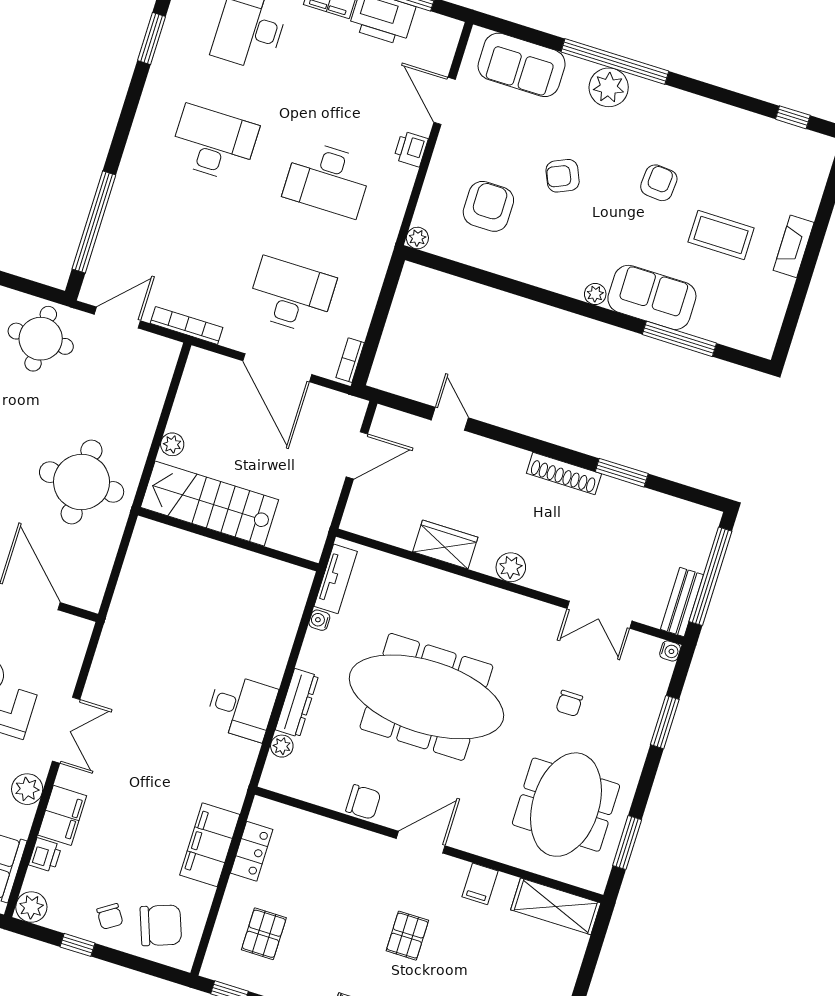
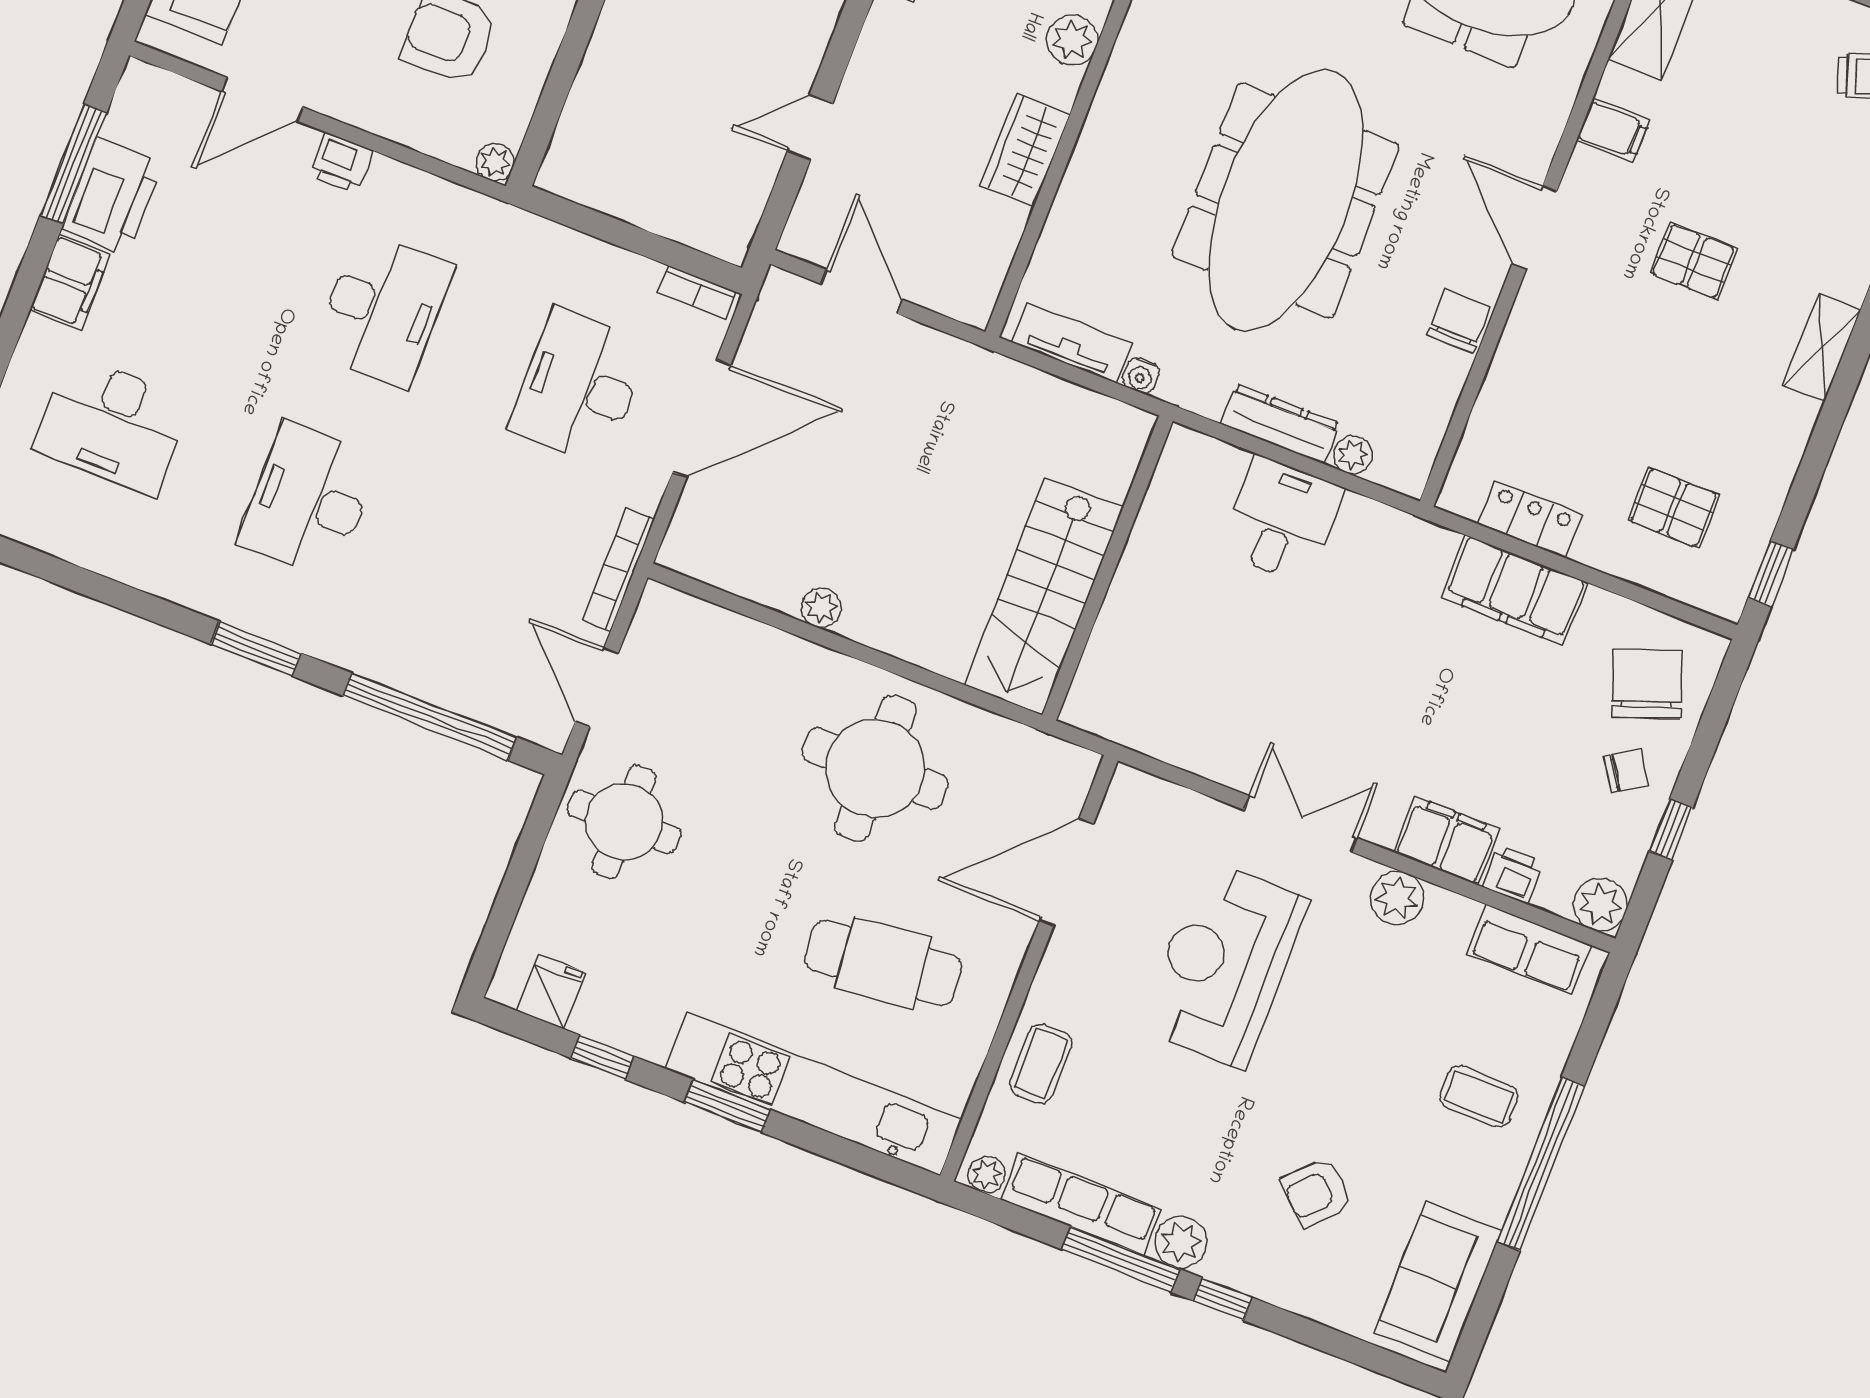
window: (151, 39) -> (256, 649), moved
stairs: (210, 503) -> (1044, 596), moved
wall: (228, 539) -> (1108, 568), moved

